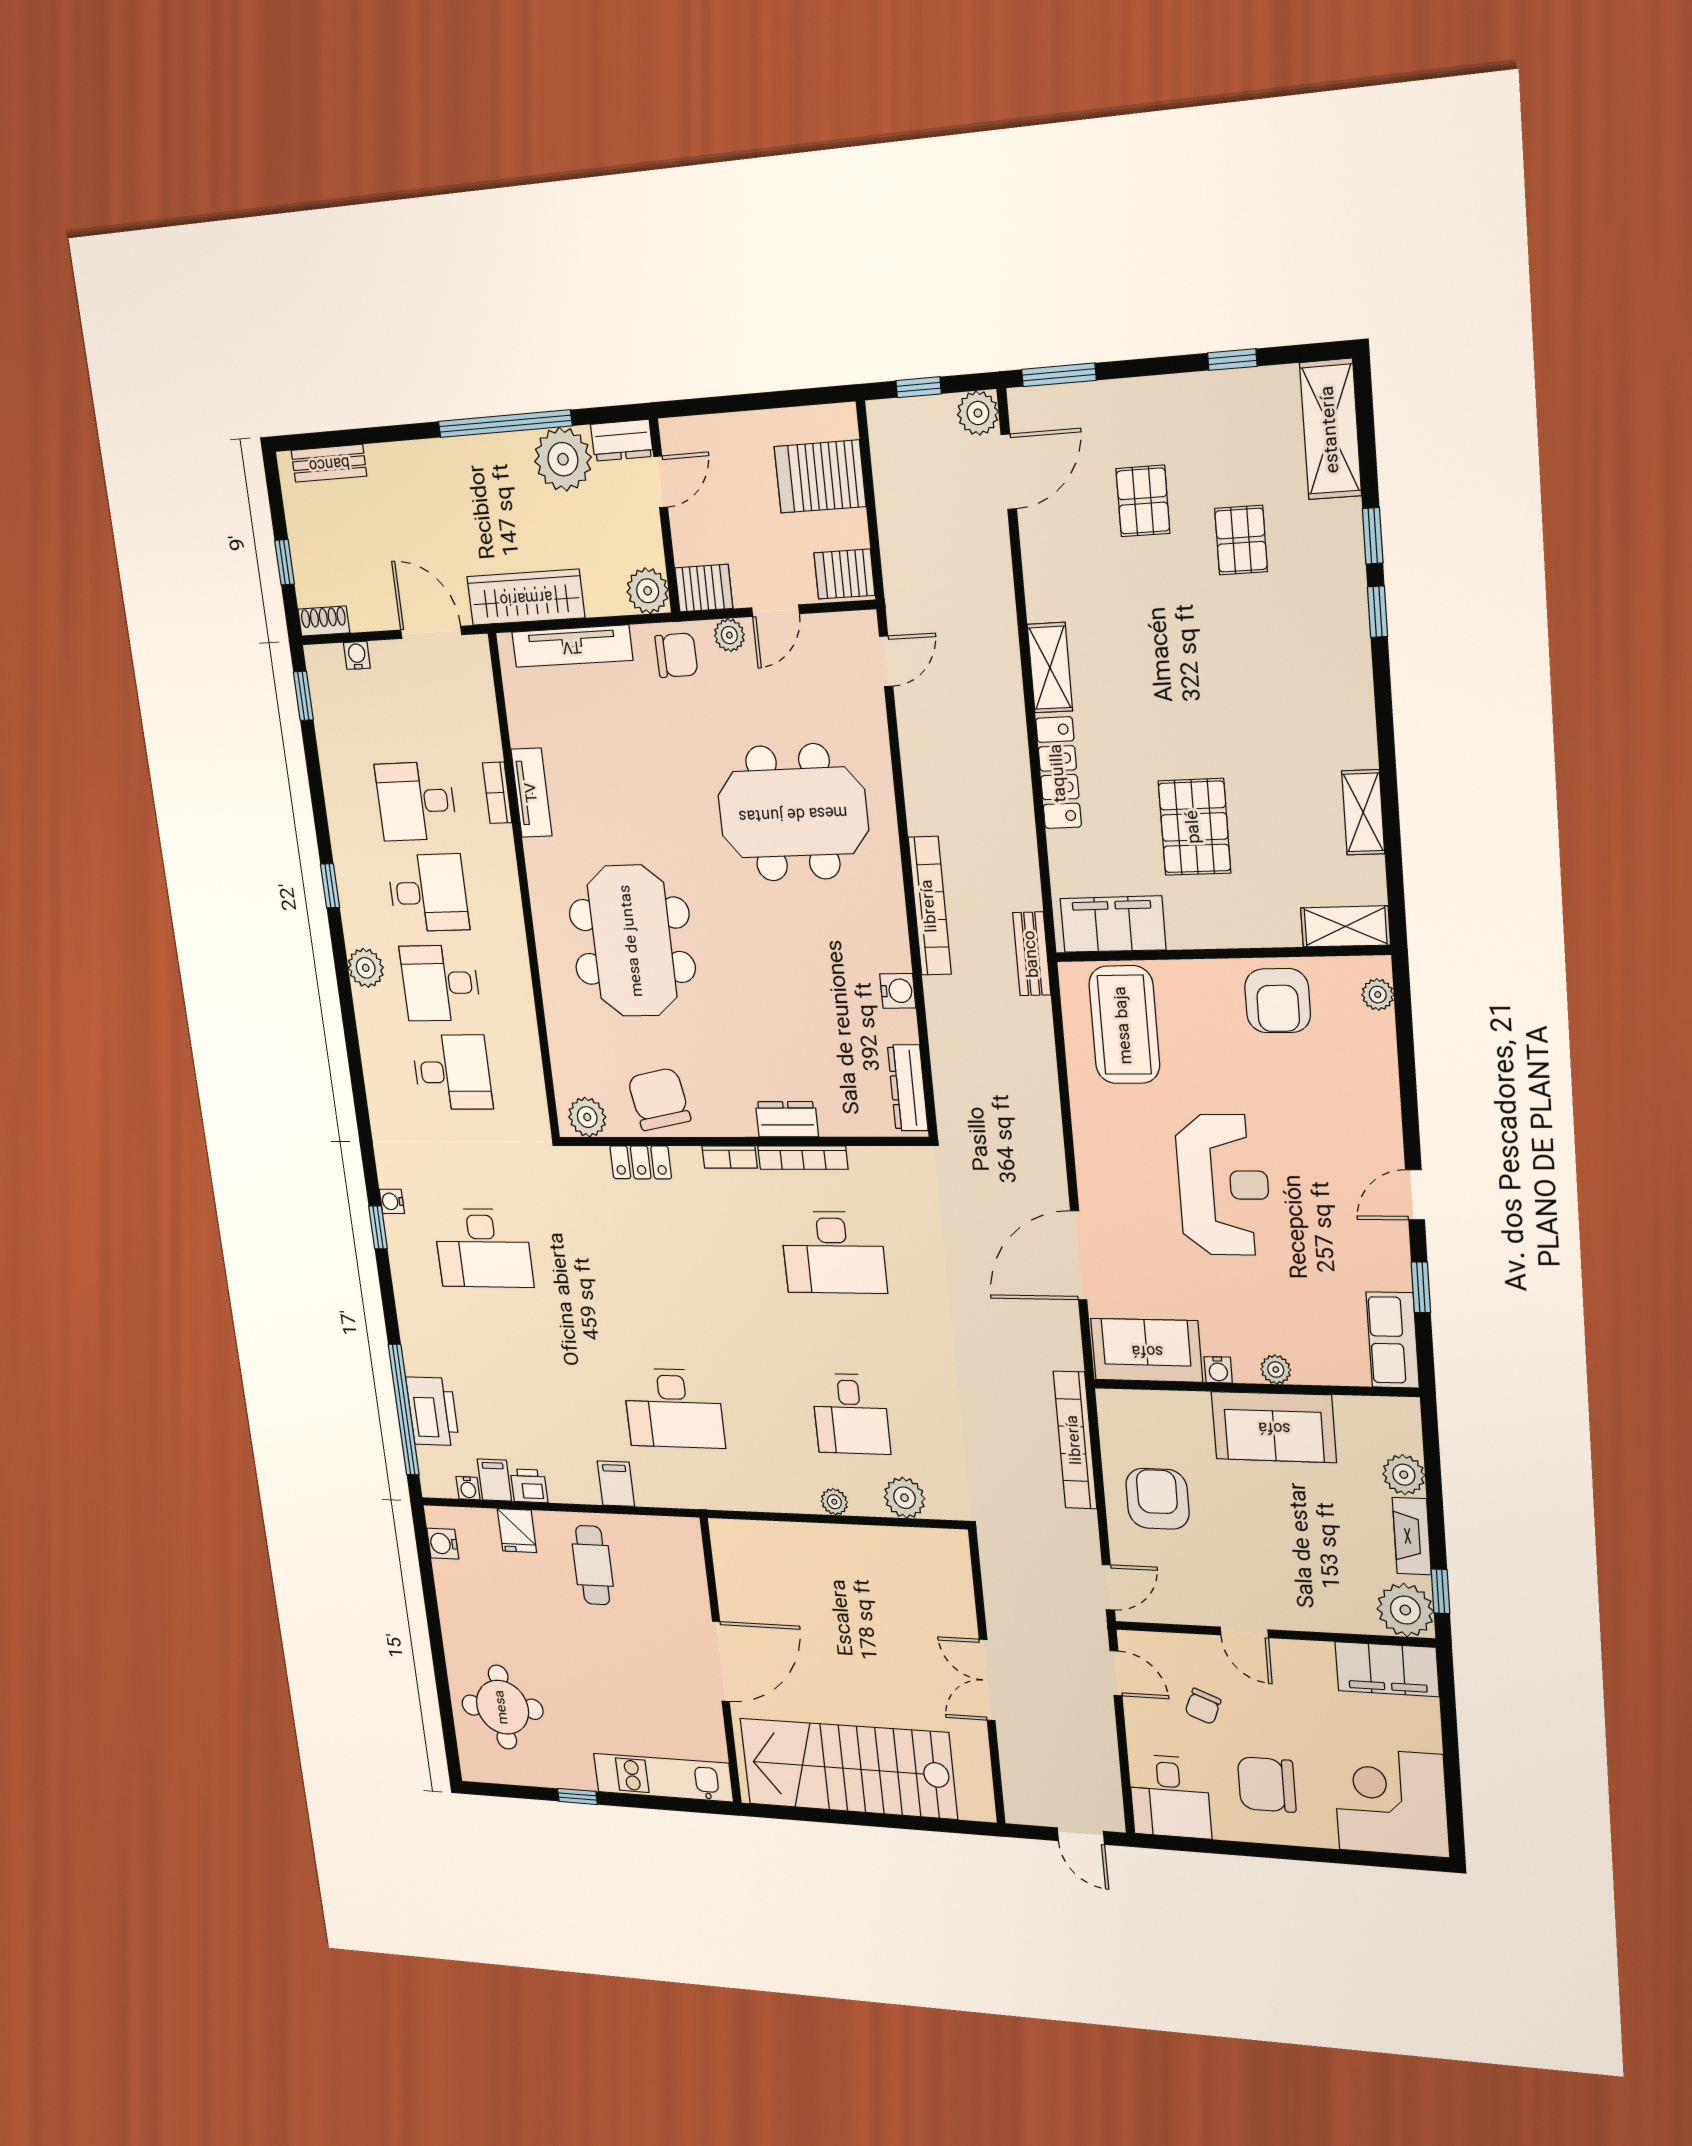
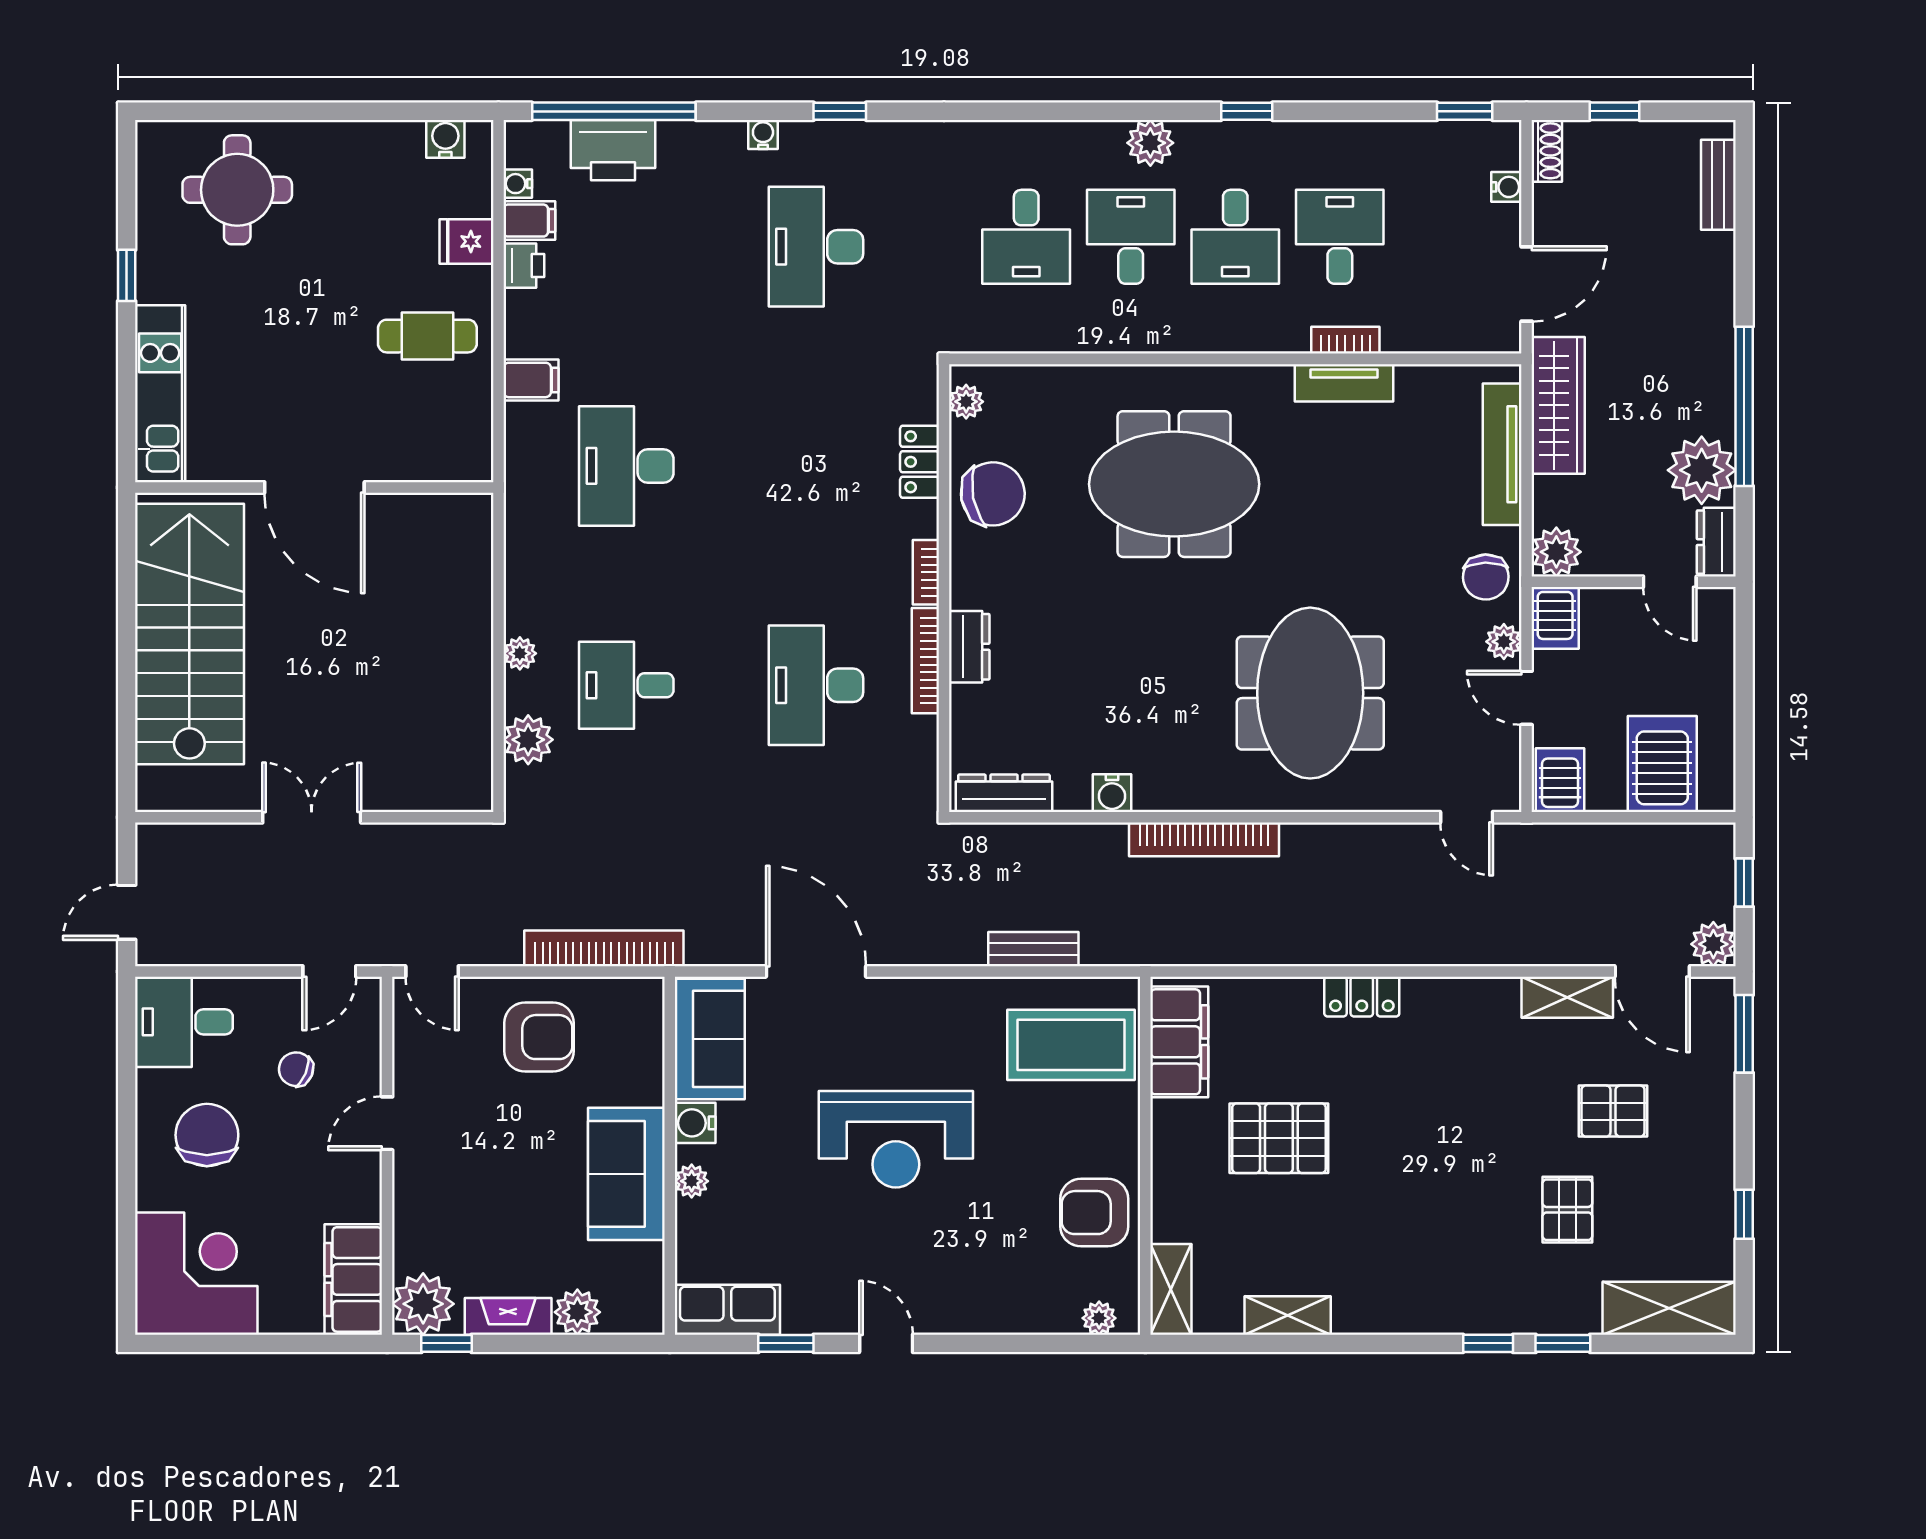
pallet: (1241, 540) -> (1567, 1210), turned 90
shelving: (1050, 668) -> (1567, 997), moved
locker: (1059, 773) -> (1362, 997), width x0.66
bench: (1032, 954) -> (1033, 949), moved
plant: (587, 1117) -> (966, 402), width x0.73, depth x0.73
water cooler: (392, 1201) -> (763, 135), moved
water cooler: (1218, 1370) -> (695, 1123), width x1.38, depth x1.38

